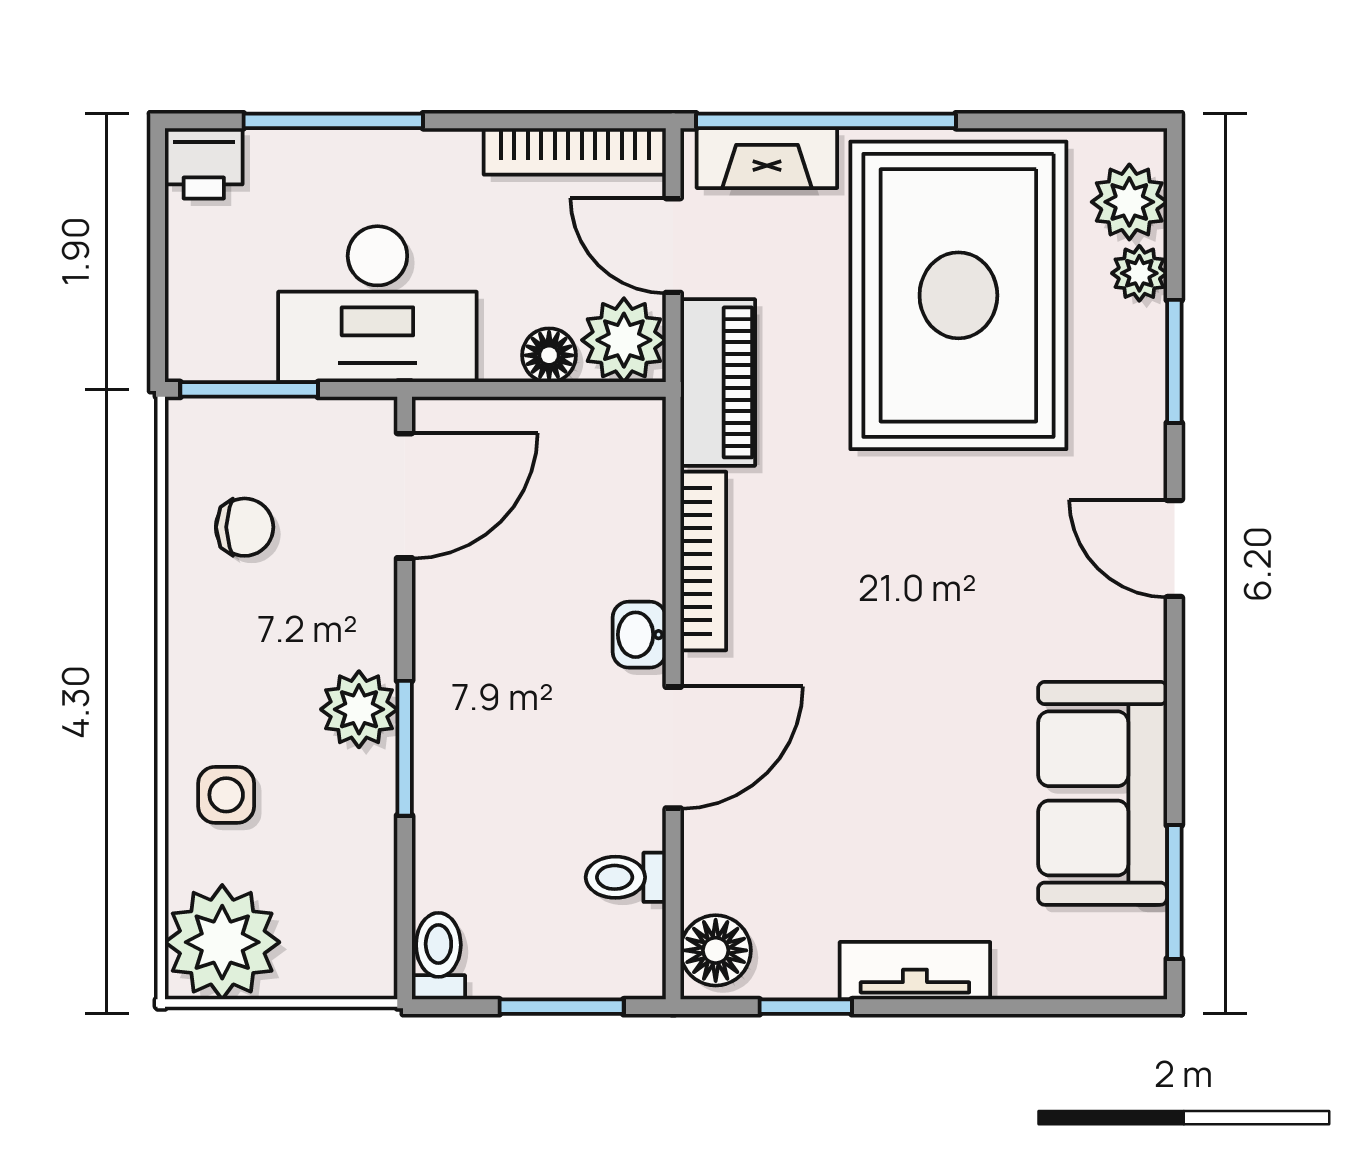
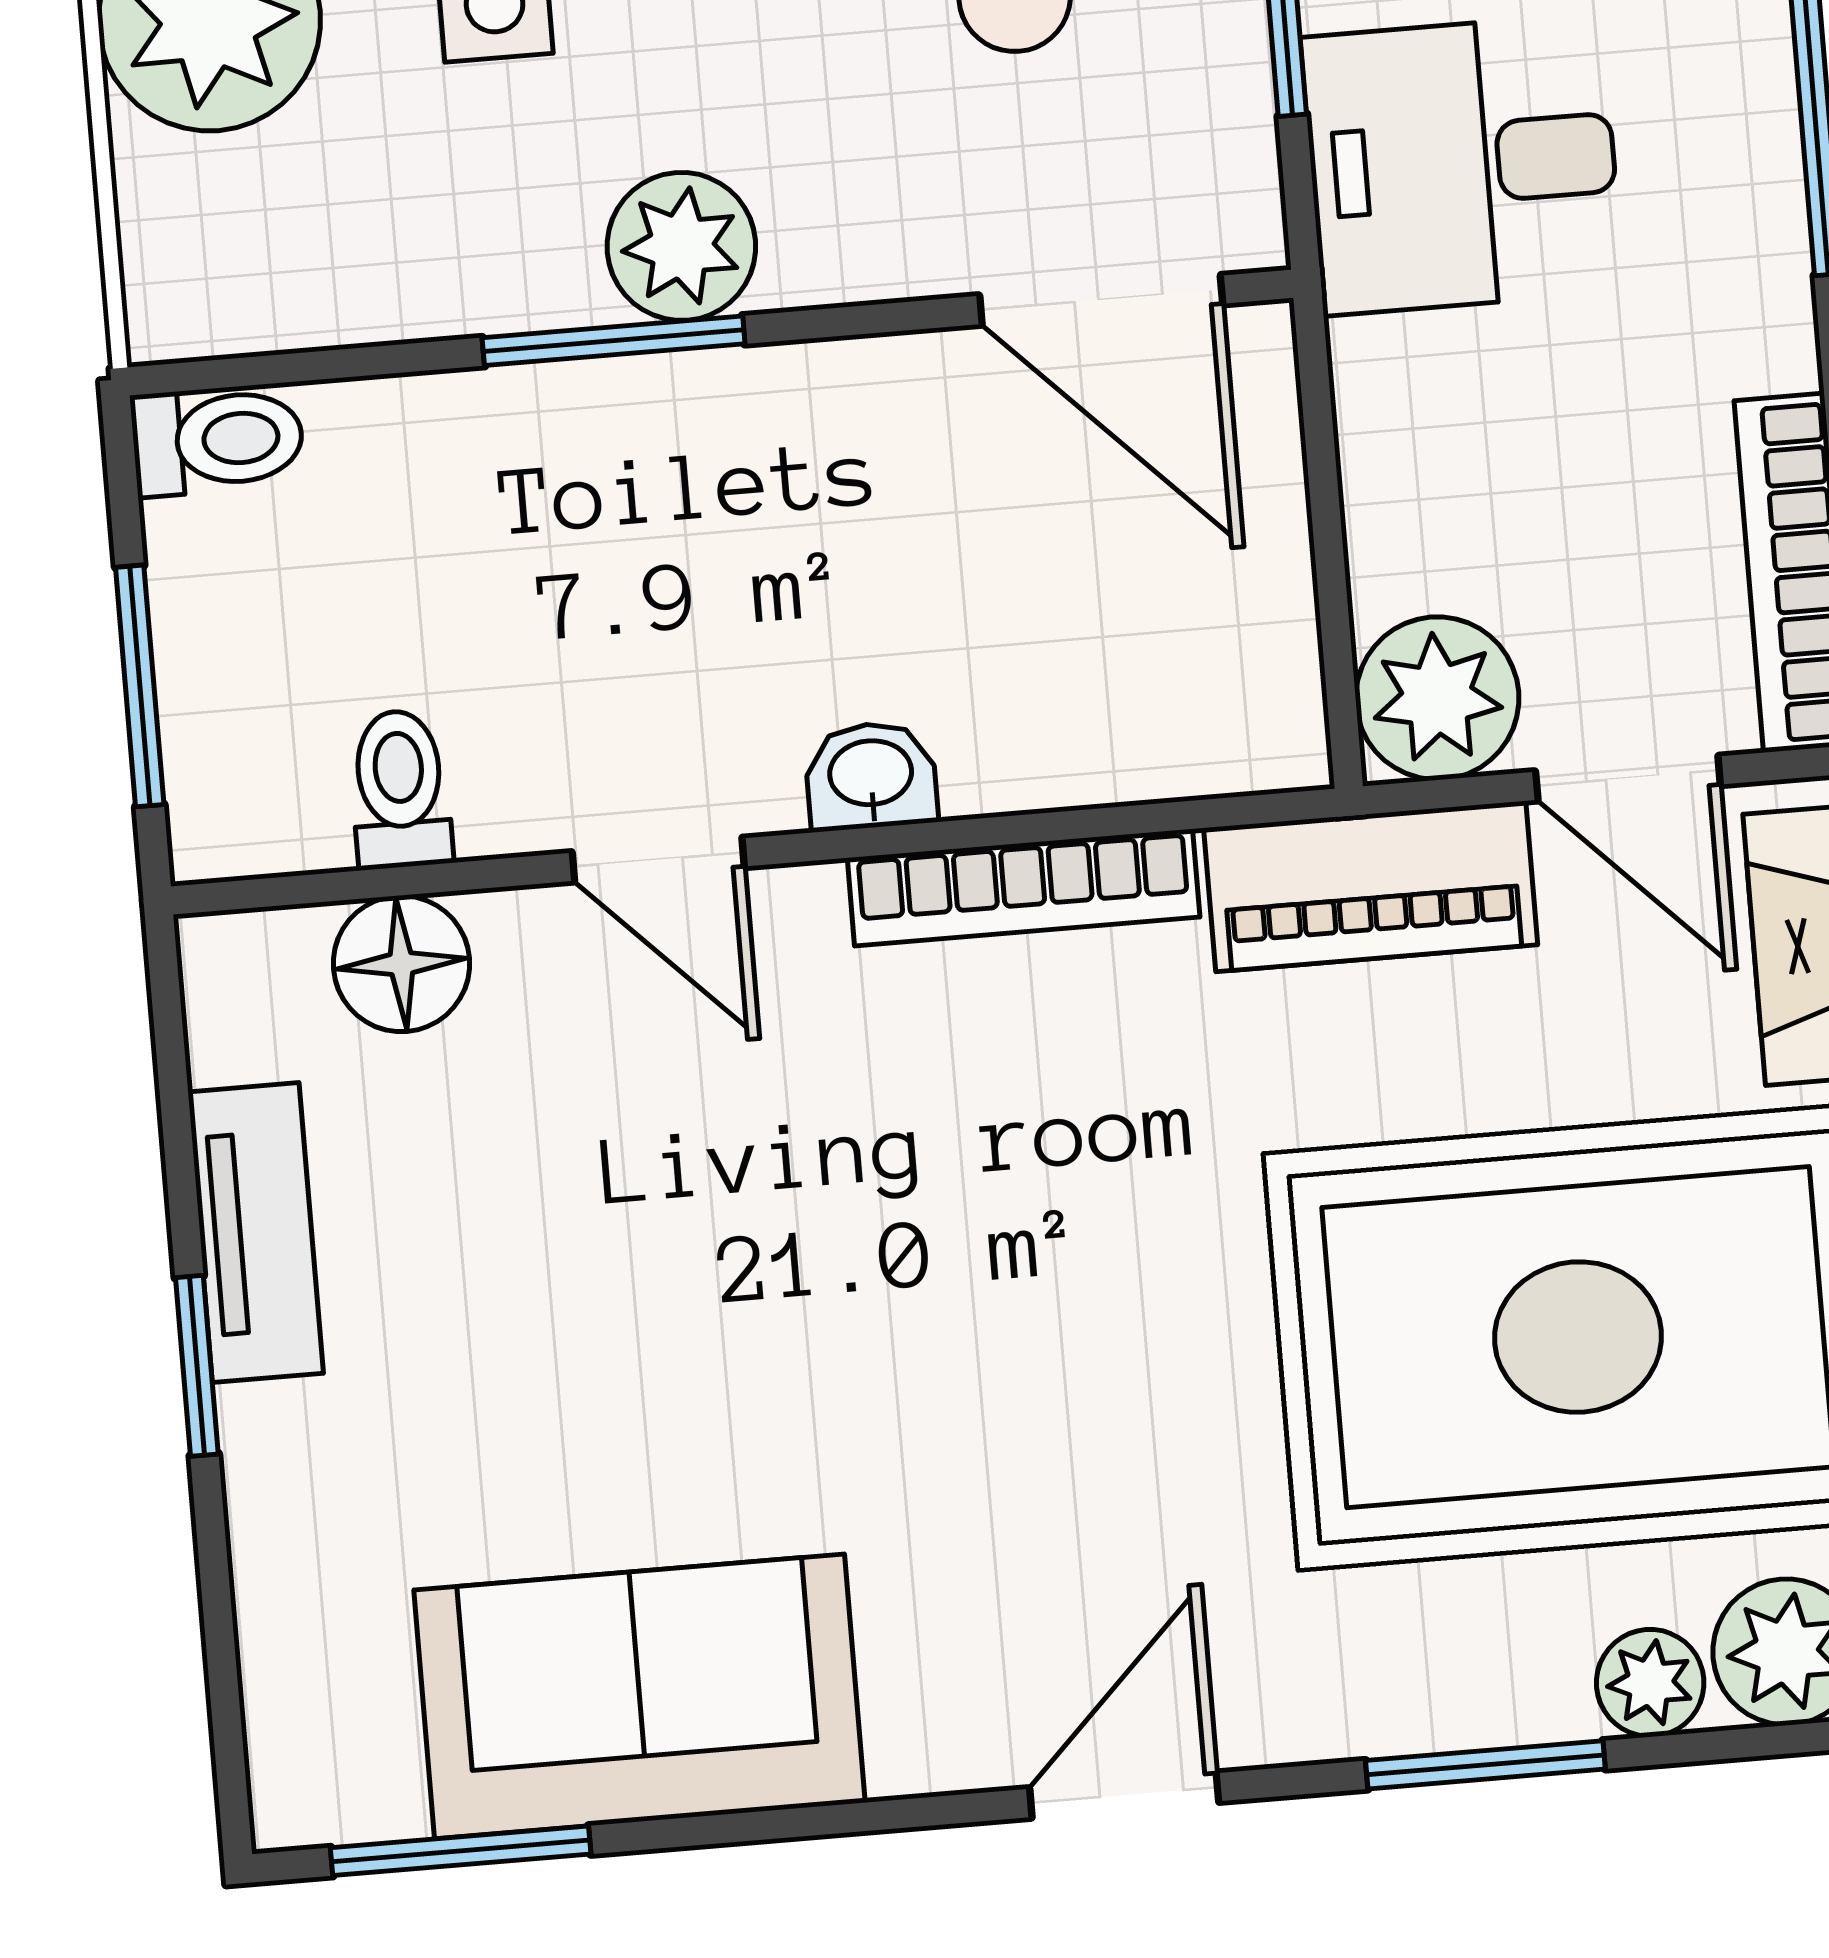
door: (673, 246) -> (1628, 778), swing flipped
desk: (377, 304) -> (1462, 164), width x0.73
floor lamp: (549, 355) -> (1396, 556), removed
door: (673, 748) -> (658, 860), width x0.73
floor lamp: (716, 950) -> (401, 964), moved
tv unit: (915, 971) -> (256, 1233), moved
window: (806, 1007) -> (197, 1366), moved

